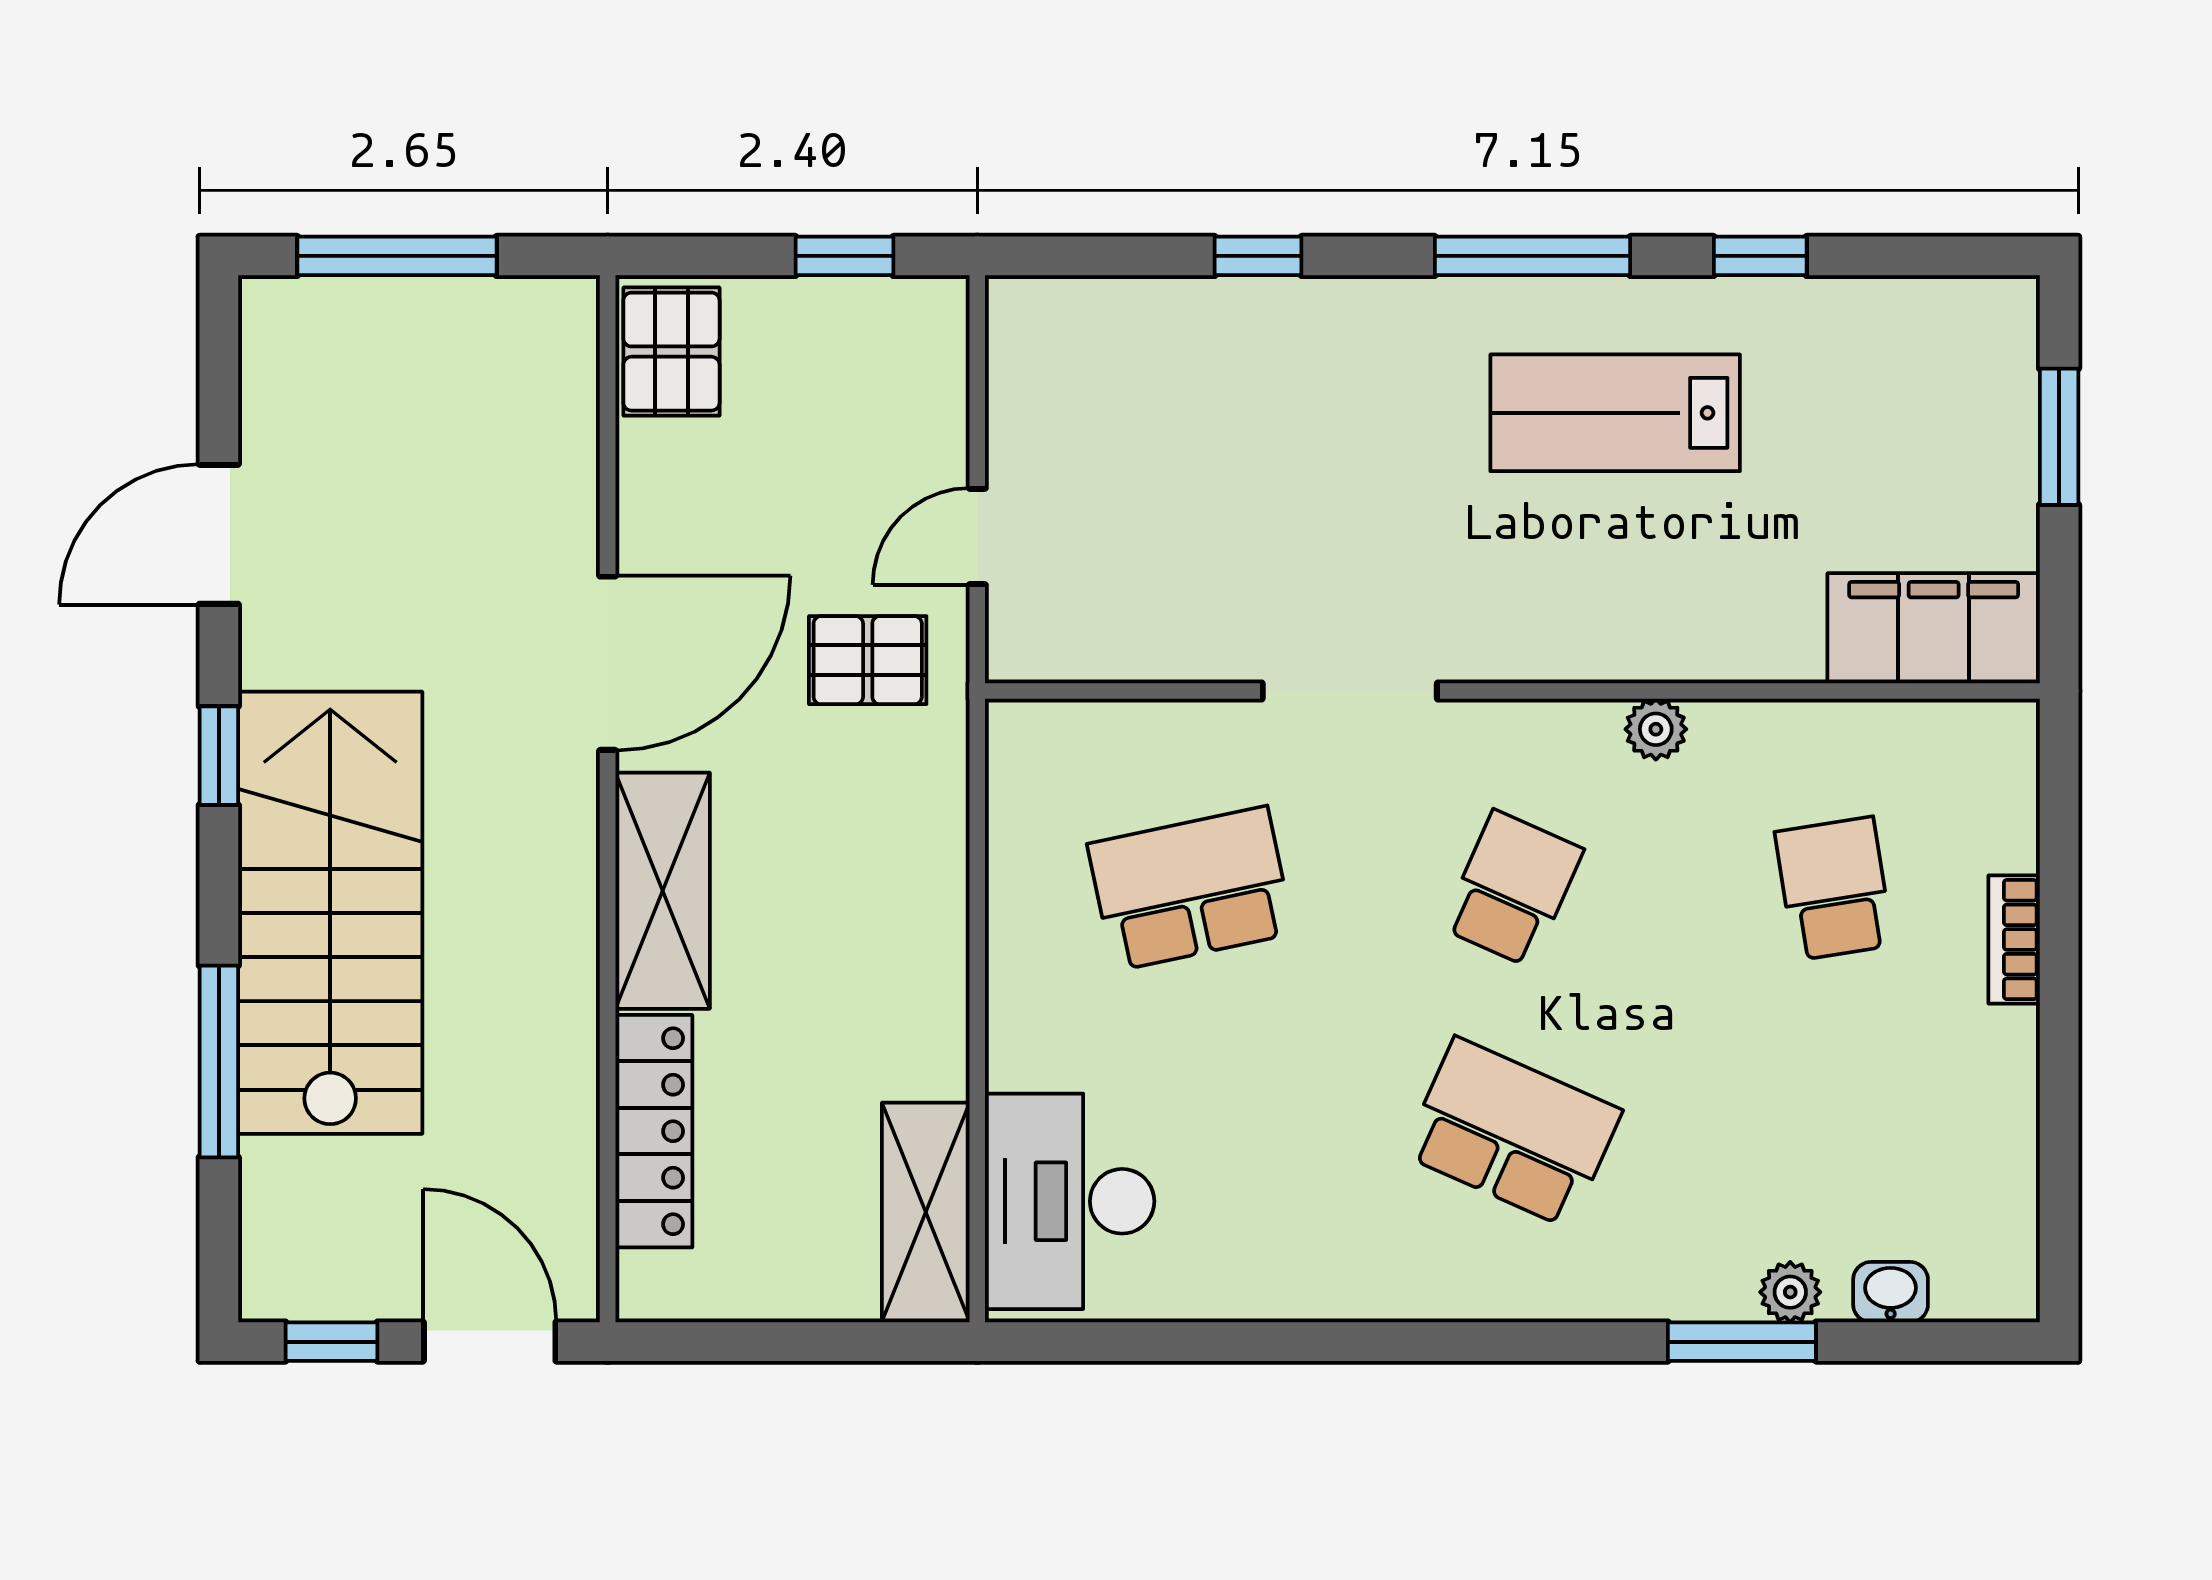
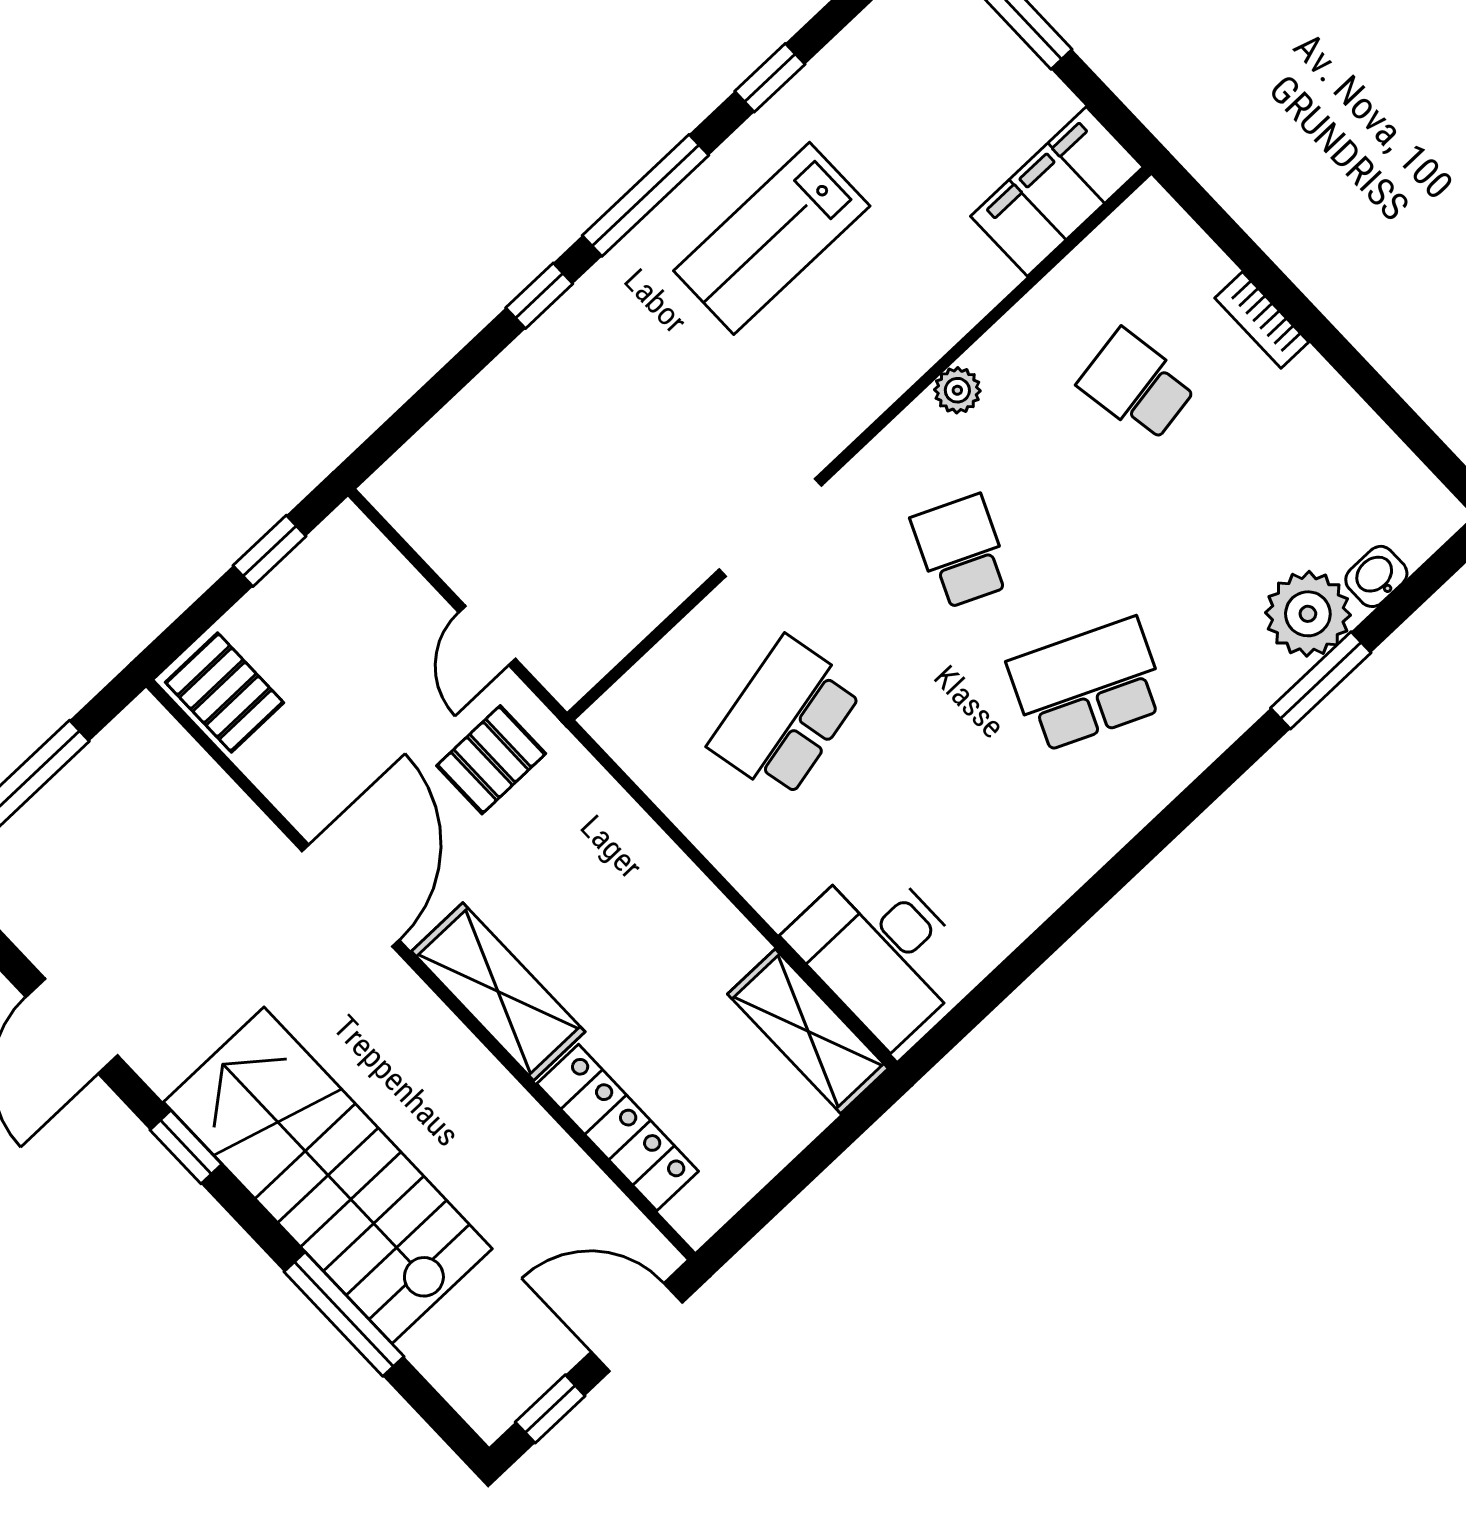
window: (1258, 256) -> (539, 296), moved
plant: (1790, 1292) -> (1308, 614), width x1.88, depth x1.88

